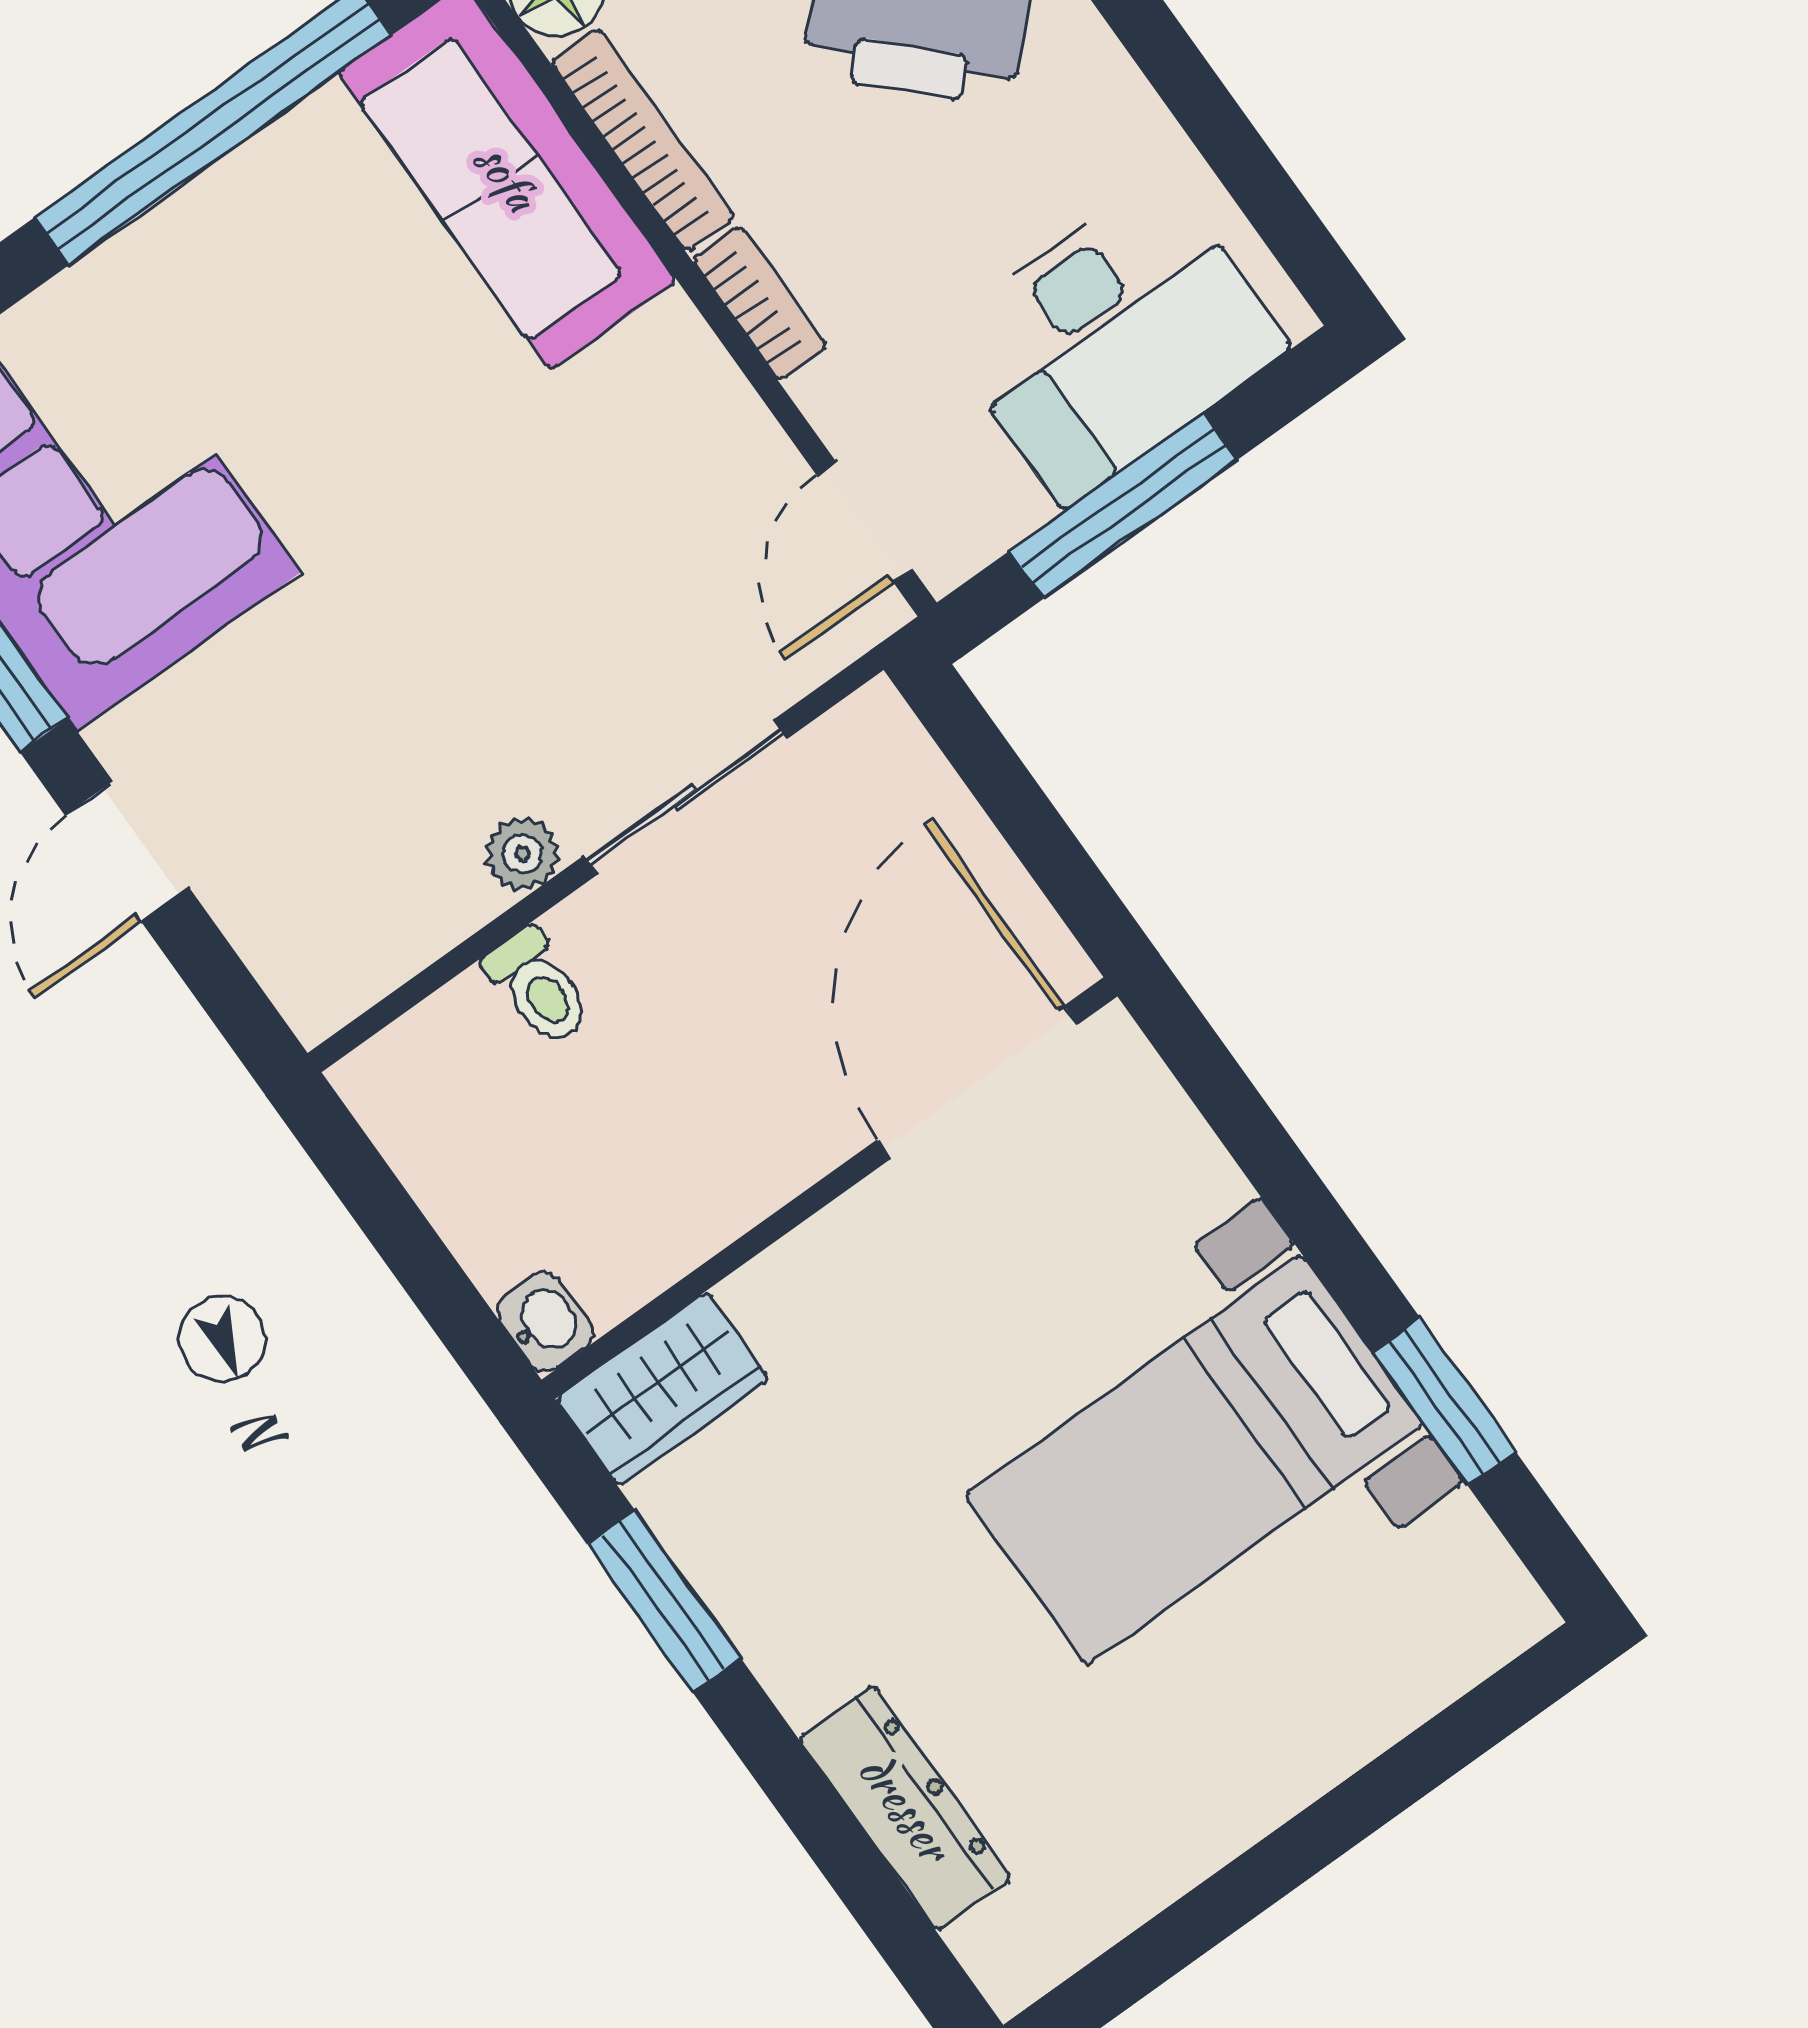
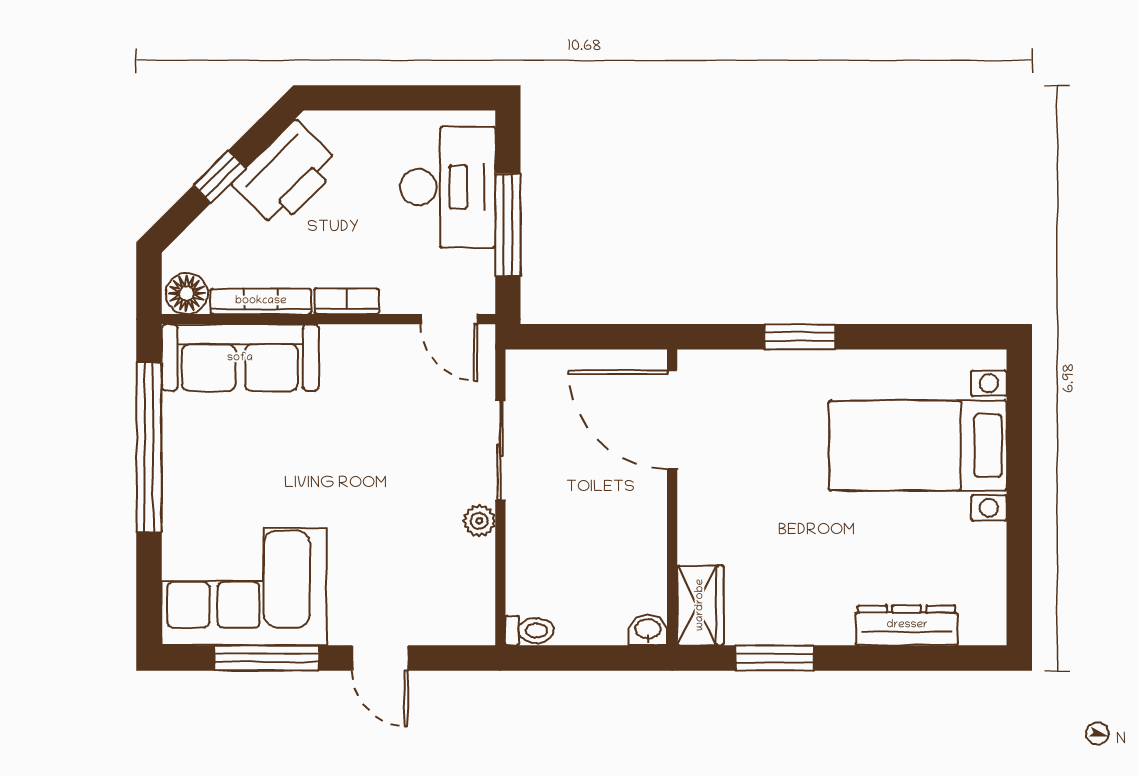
toilet: (538, 987) -> (530, 631), moved
window: (1444, 1402) -> (800, 337), moved
bed with nightstands: (1194, 1460) -> (918, 446), moved, turned 90

